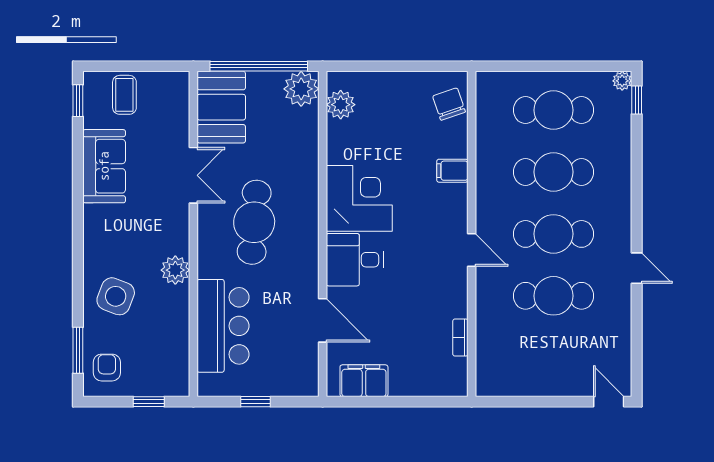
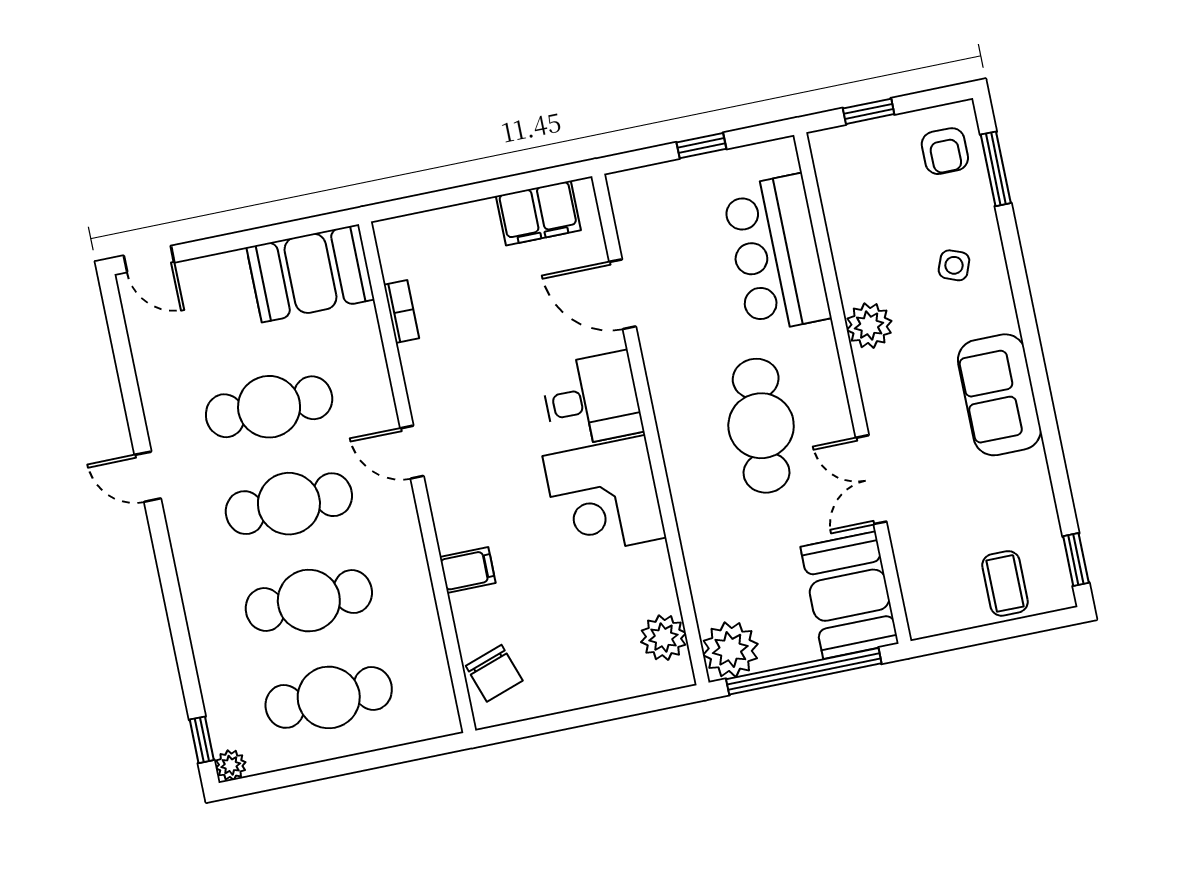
sofa: (104, 166) -> (999, 395), moved
side table: (116, 296) -> (954, 265), width x0.54, depth x0.54
booth: (511, 372) -> (311, 273), added

